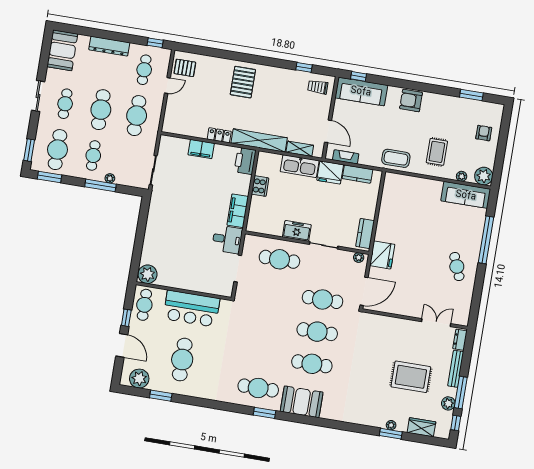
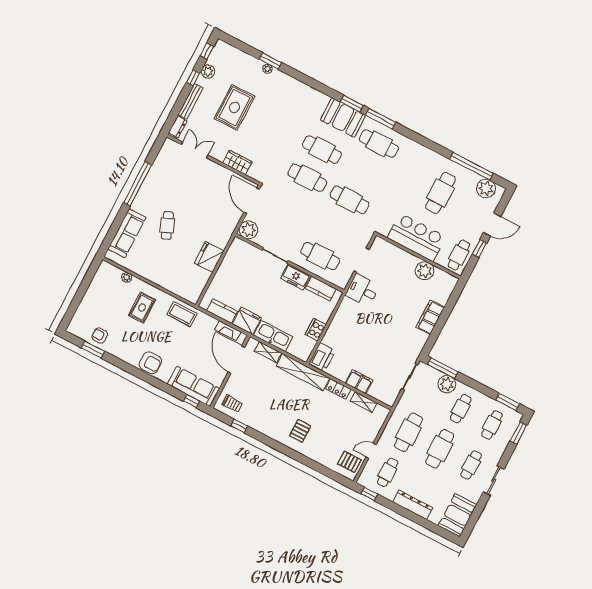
pallet: (243, 82) -> (300, 431), width x0.67, depth x0.71
shelving: (190, 131) -> (364, 402), added
door: (328, 131) -> (236, 360), width x1.36
armchair: (484, 133) -> (100, 336), moved, turned 90
cafe table: (58, 150) -> (492, 425), width x0.73, depth x0.74
plant: (484, 176) -> (106, 271), removed
plant: (110, 178) -> (447, 384), width x1.88, depth x1.88
window: (100, 185) -> (443, 368), moved
sofa: (466, 195) -> (127, 233), moved, turned 90
filing cabinet: (238, 211) -> (430, 317), moved, turned 180
kitchen counter: (365, 233) -> (321, 289), moved, turned 90
window: (486, 240) -> (138, 184), moved
fridge: (382, 255) -> (209, 257), moved
plant: (359, 257) -> (248, 230), width x1.87, depth x1.87
cafe table: (457, 267) -> (167, 225), moved
plant: (148, 274) -> (425, 271), moved
door: (364, 291) -> (252, 201), hinge flipped
cafe table: (323, 299) -> (350, 200), moved
double door: (436, 323) -> (195, 150), swing flipped
door: (122, 345) -> (492, 224), swing flipped
rug: (411, 377) -> (234, 107), turned 90
window: (461, 392) -> (193, 78), width x0.46
window: (161, 396) -> (471, 166), width x2.11
window: (264, 413) -> (381, 119), width x1.44
window: (297, 418) -> (352, 104), added
wardrobe: (421, 427) -> (237, 162), moved, turned 180

